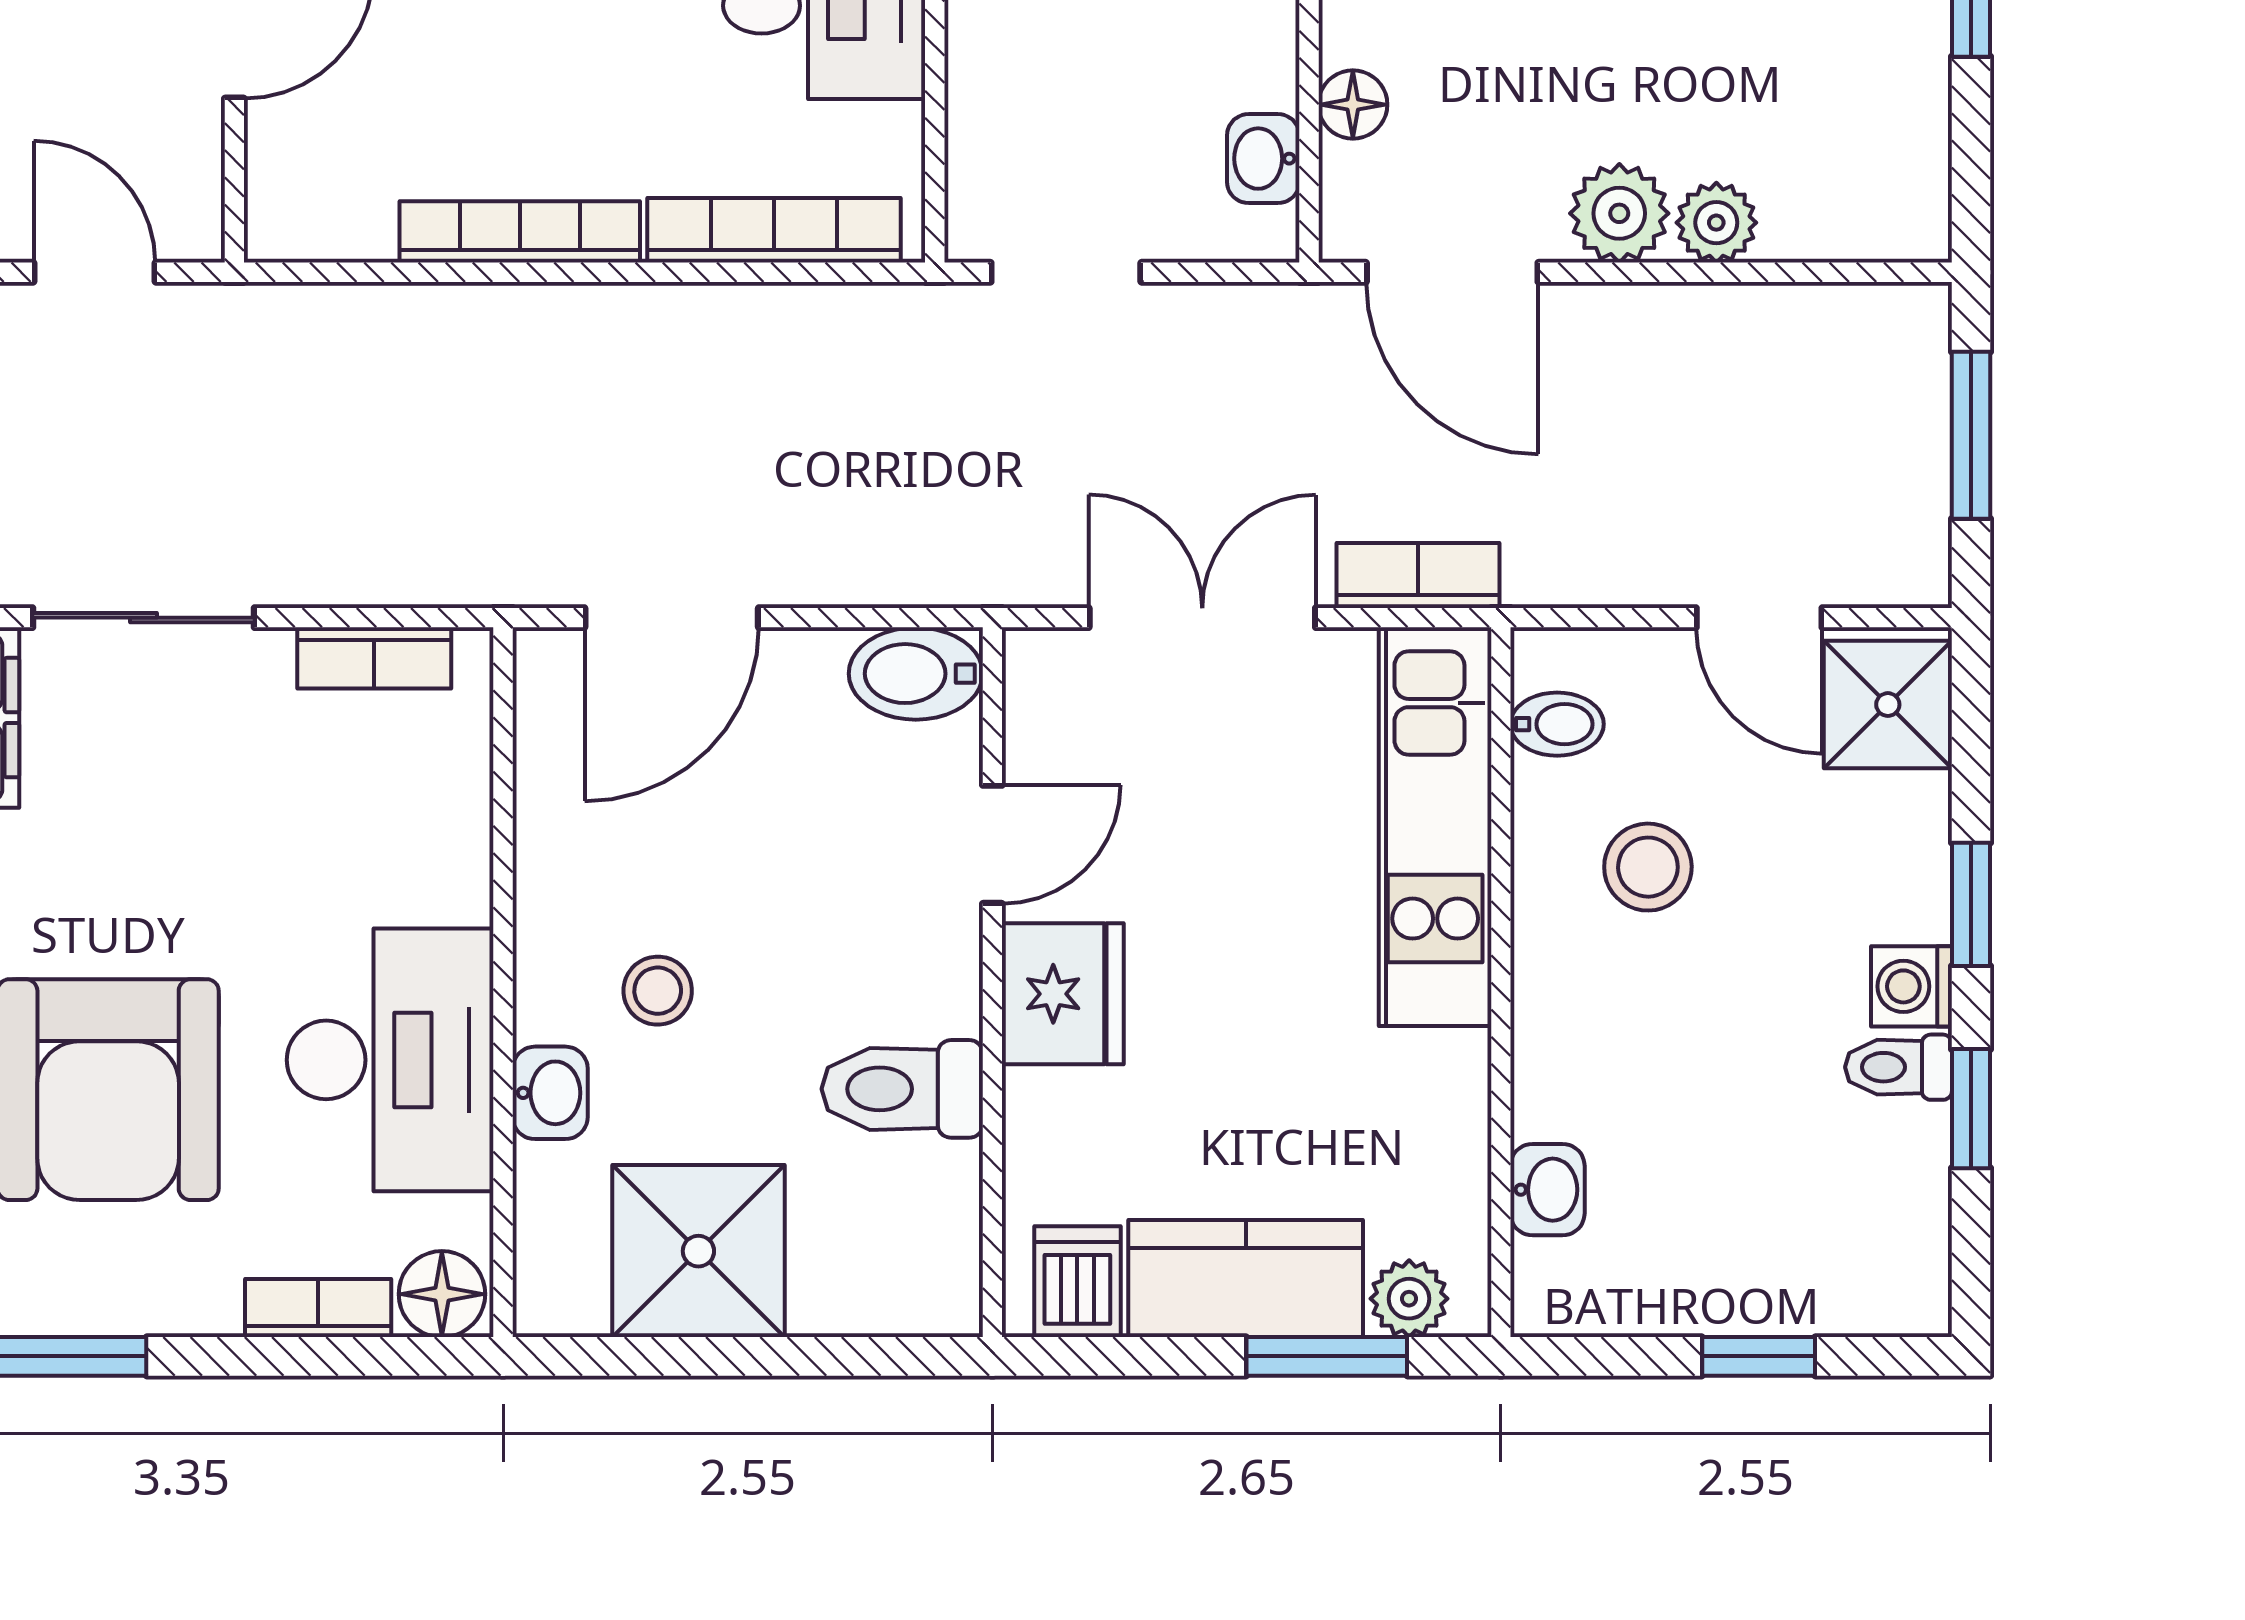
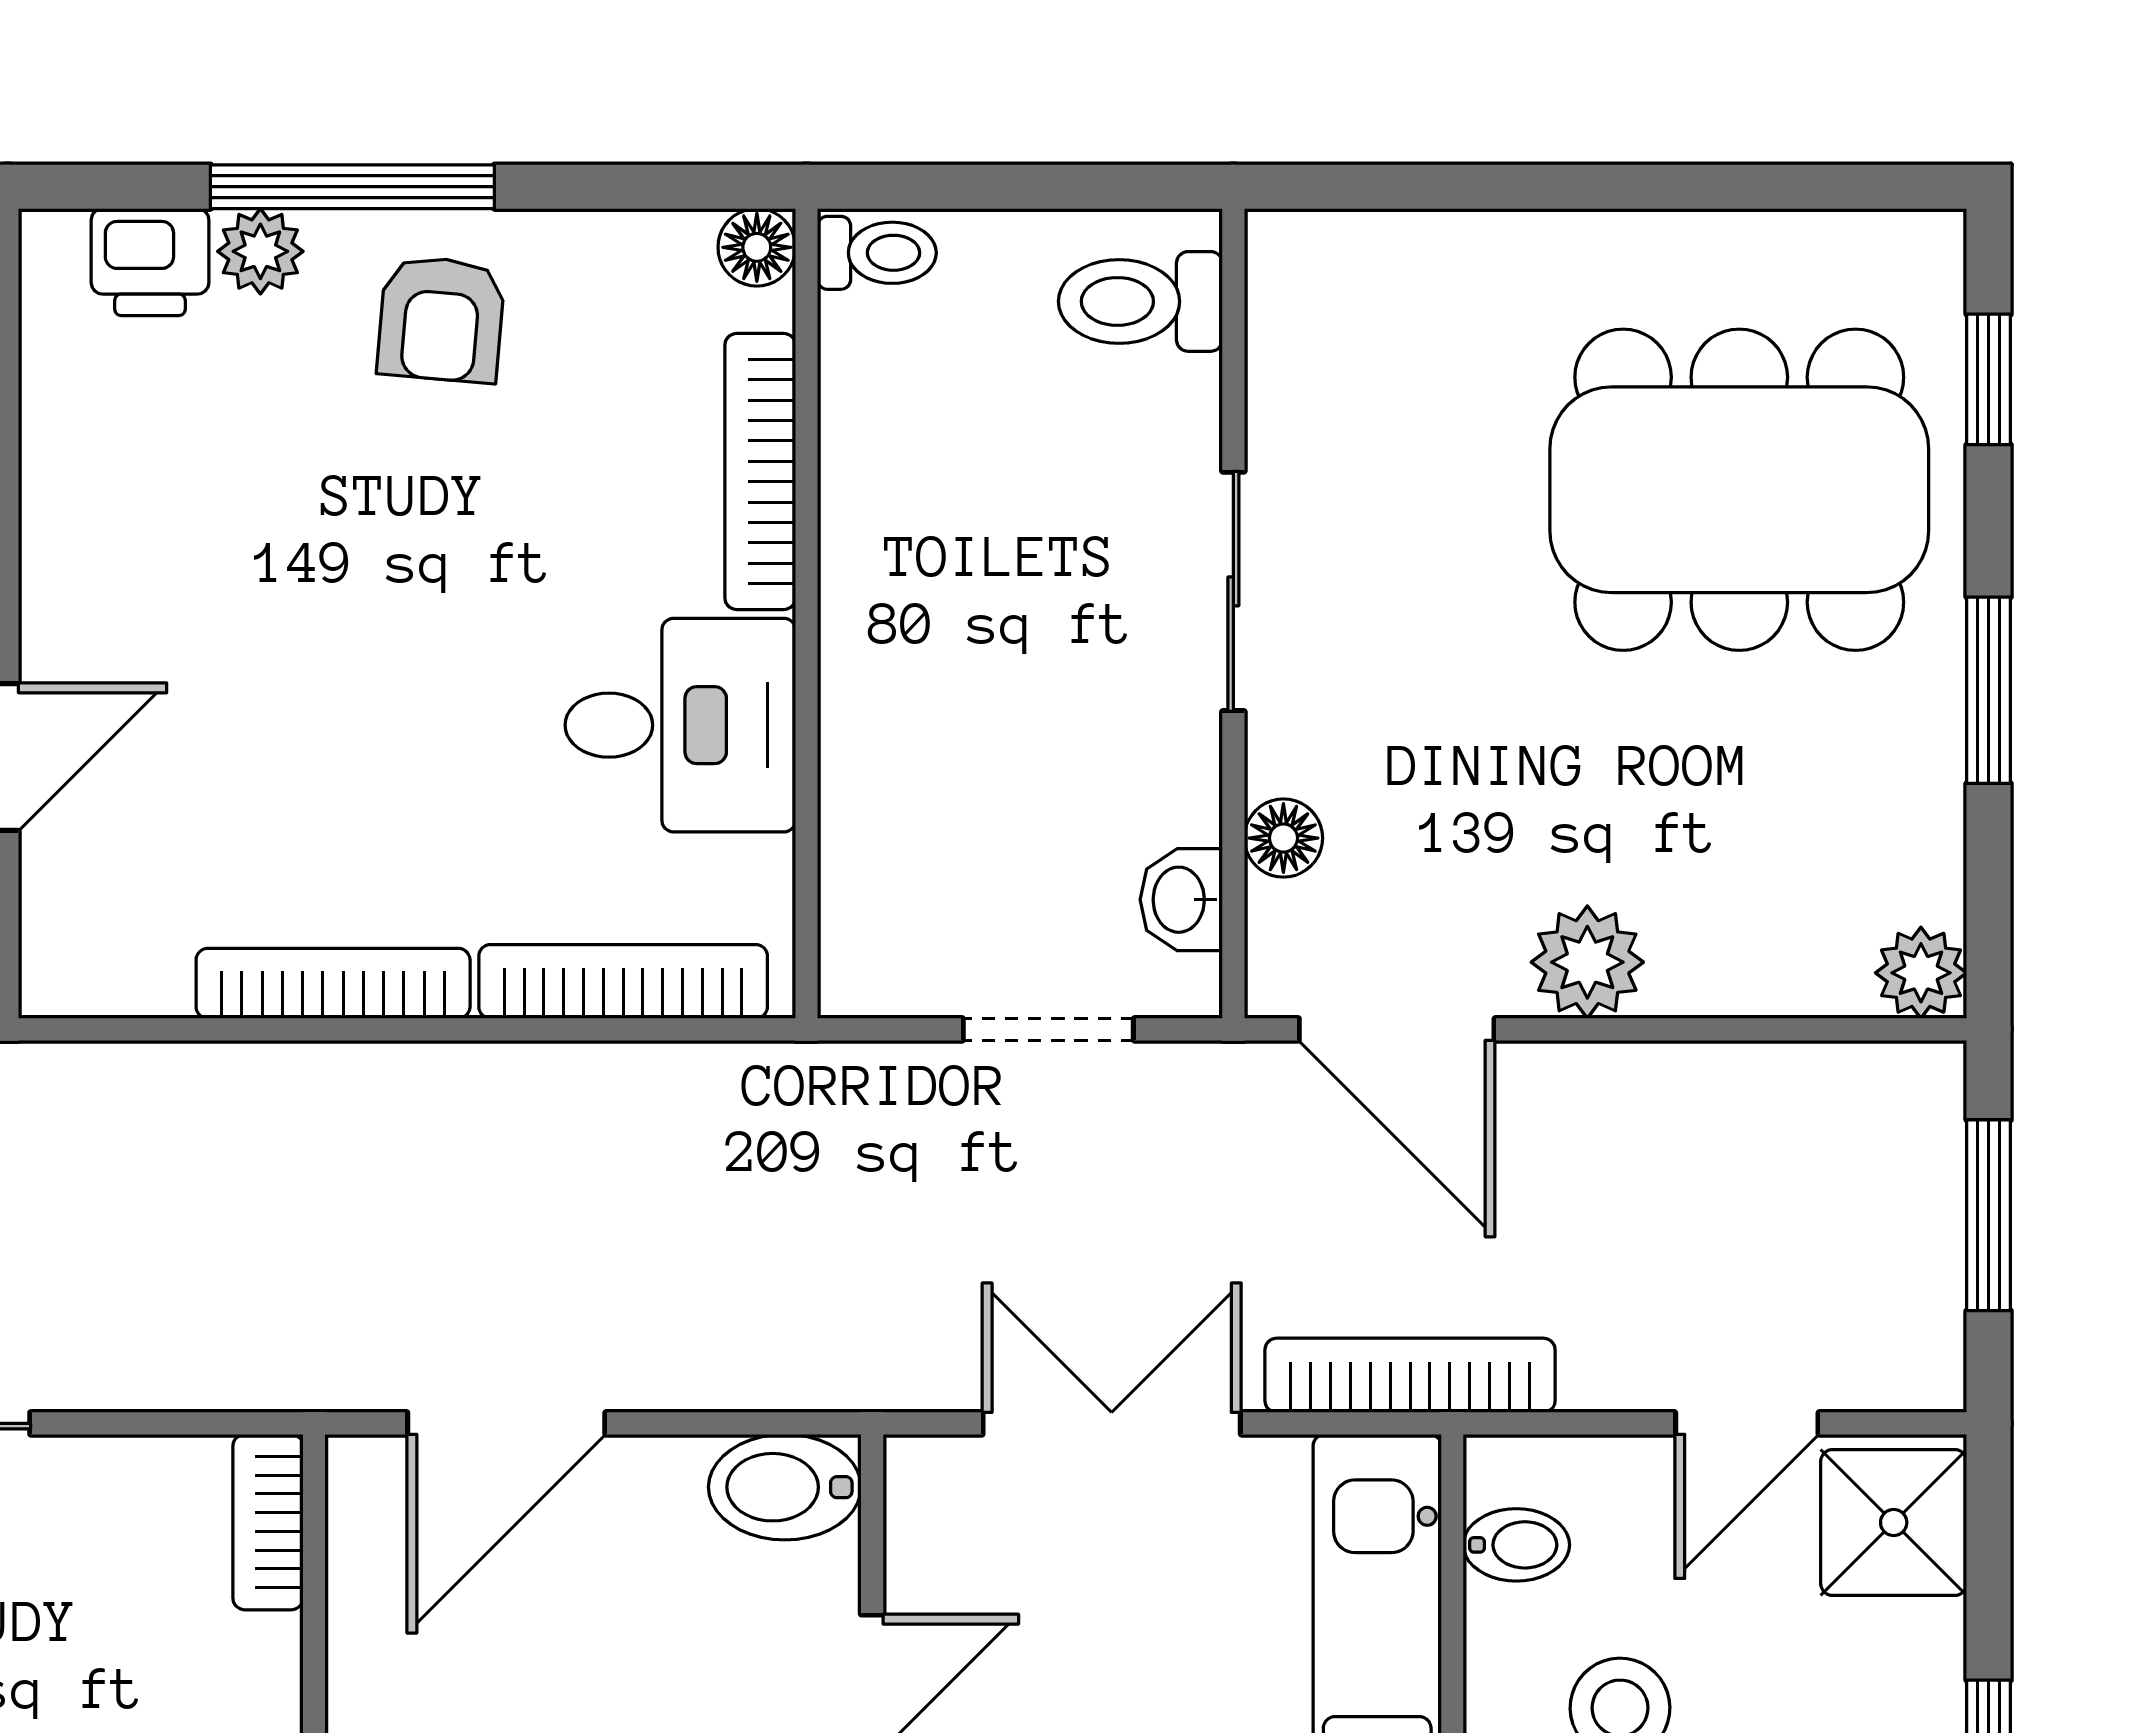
plant: (1716, 223) -> (1921, 973), moved
doorway: (1066, 272) -> (1048, 1029), moved
bookcase: (1418, 575) -> (1410, 1375), width x1.56
door: (1759, 618) -> (1747, 1423), hinge flipped
bookcase: (374, 658) -> (268, 1522), moved, turned 90

